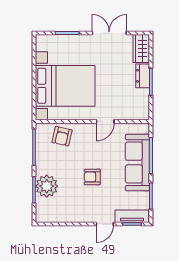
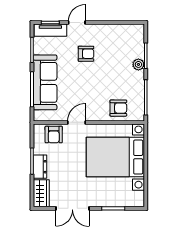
armchair: (129, 109) -> (54, 135), added
armchair: (62, 136) -> (118, 108), turned 77
armchair: (92, 177) -> (86, 54), moved
plant: (47, 186) -> (138, 64), width x0.53, depth x0.53

